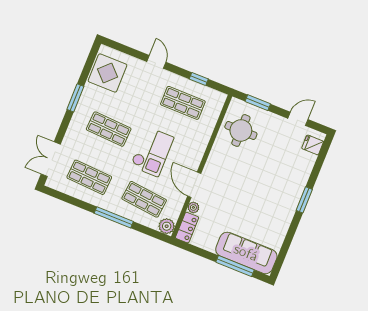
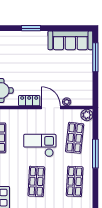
door: (194, 185) -> (51, 108), swing flipped
locker: (187, 228) -> (29, 101), moved
sofa: (246, 253) -> (70, 40), moved, turned -90

